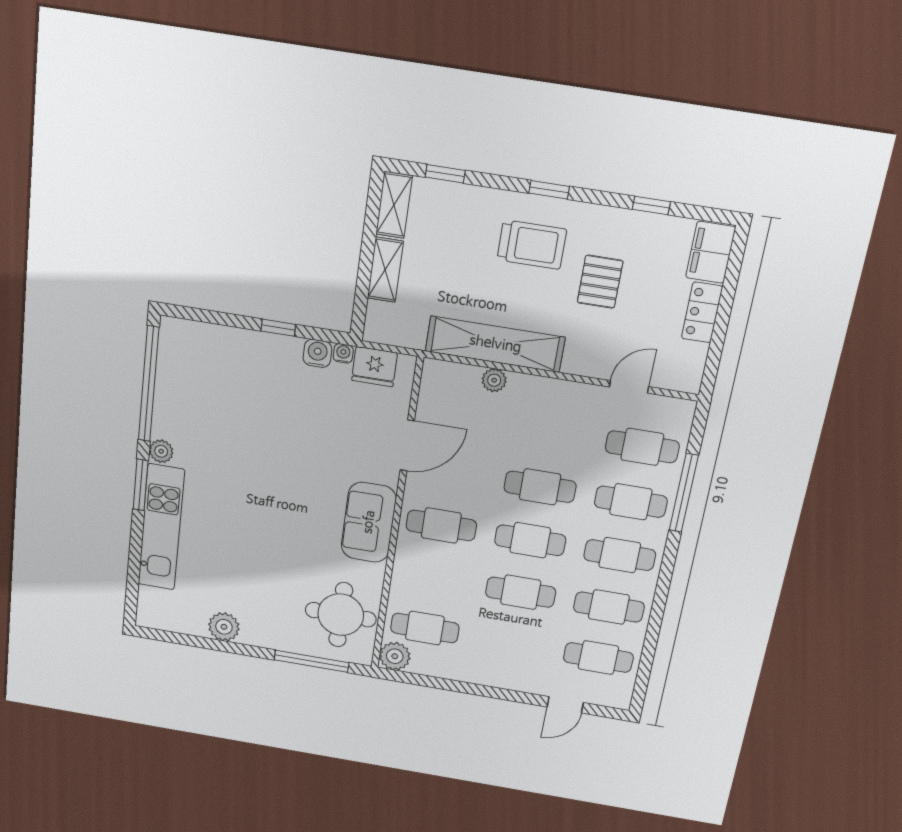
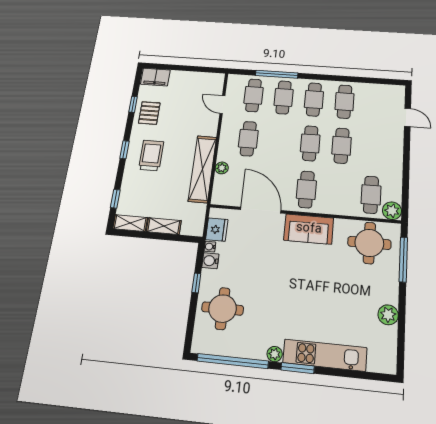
pallet: (600, 282) -> (149, 113), moved, turned 90
locker: (702, 312) -> (184, 77), removed
round table: (234, 371) -> (223, 309), added
door: (407, 445) -> (261, 210), width x1.36
cafe table: (540, 487) -> (248, 139), moved
cafe table: (598, 657) -> (375, 104), removed

